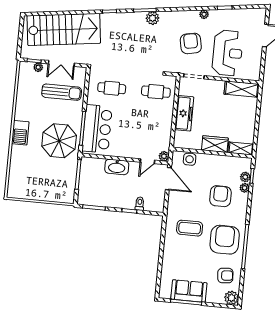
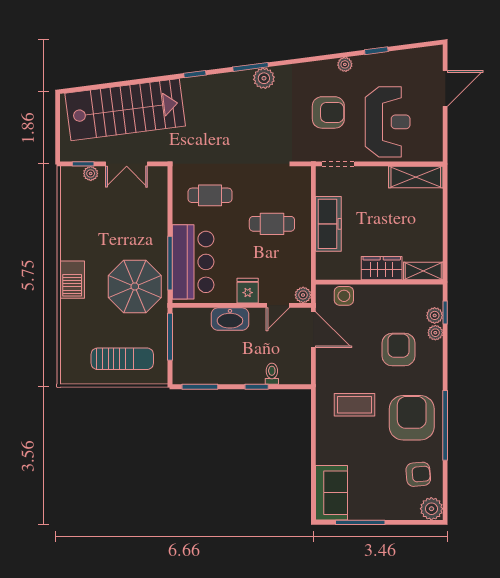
armchair: (191, 43) -> (328, 112), turned 101
sun lounger: (62, 92) -> (122, 359), moved
cafe table: (156, 92) -> (272, 224), moved
fridge: (129, 150) -> (248, 291), added
sofa: (189, 291) -> (332, 493), moved, turned 90

